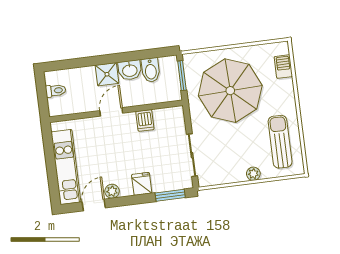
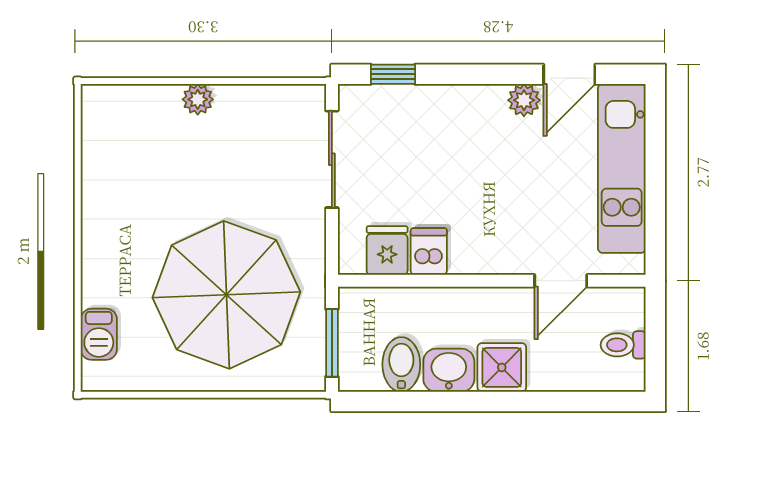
door: (111, 112) -> (561, 281), moved
sun lounger: (280, 142) -> (128, 164), removed
fridge: (142, 184) -> (387, 250), moved, turned 180
window: (170, 195) -> (393, 74), width x0.67

